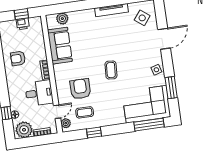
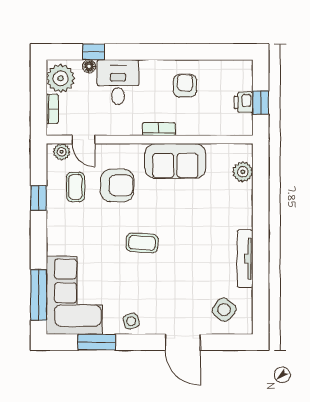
sofa: (60, 46) -> (175, 161), moved
desk: (39, 93) -> (118, 82), moved, turned 180

